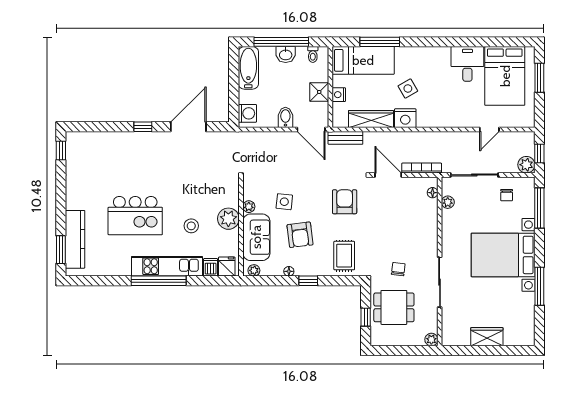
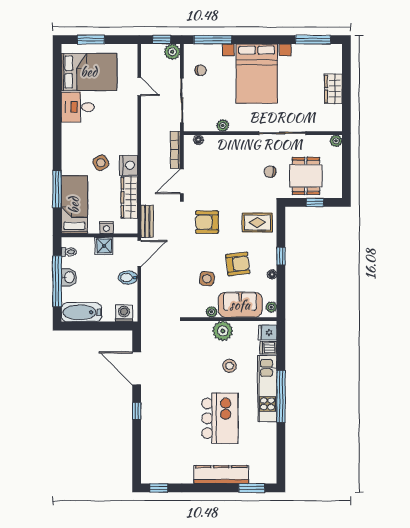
plant: (448, 202) -> (223, 125), moved
kitchen counter: (75, 239) -> (221, 475), moved
window: (539, 286) -> (313, 40), moved

